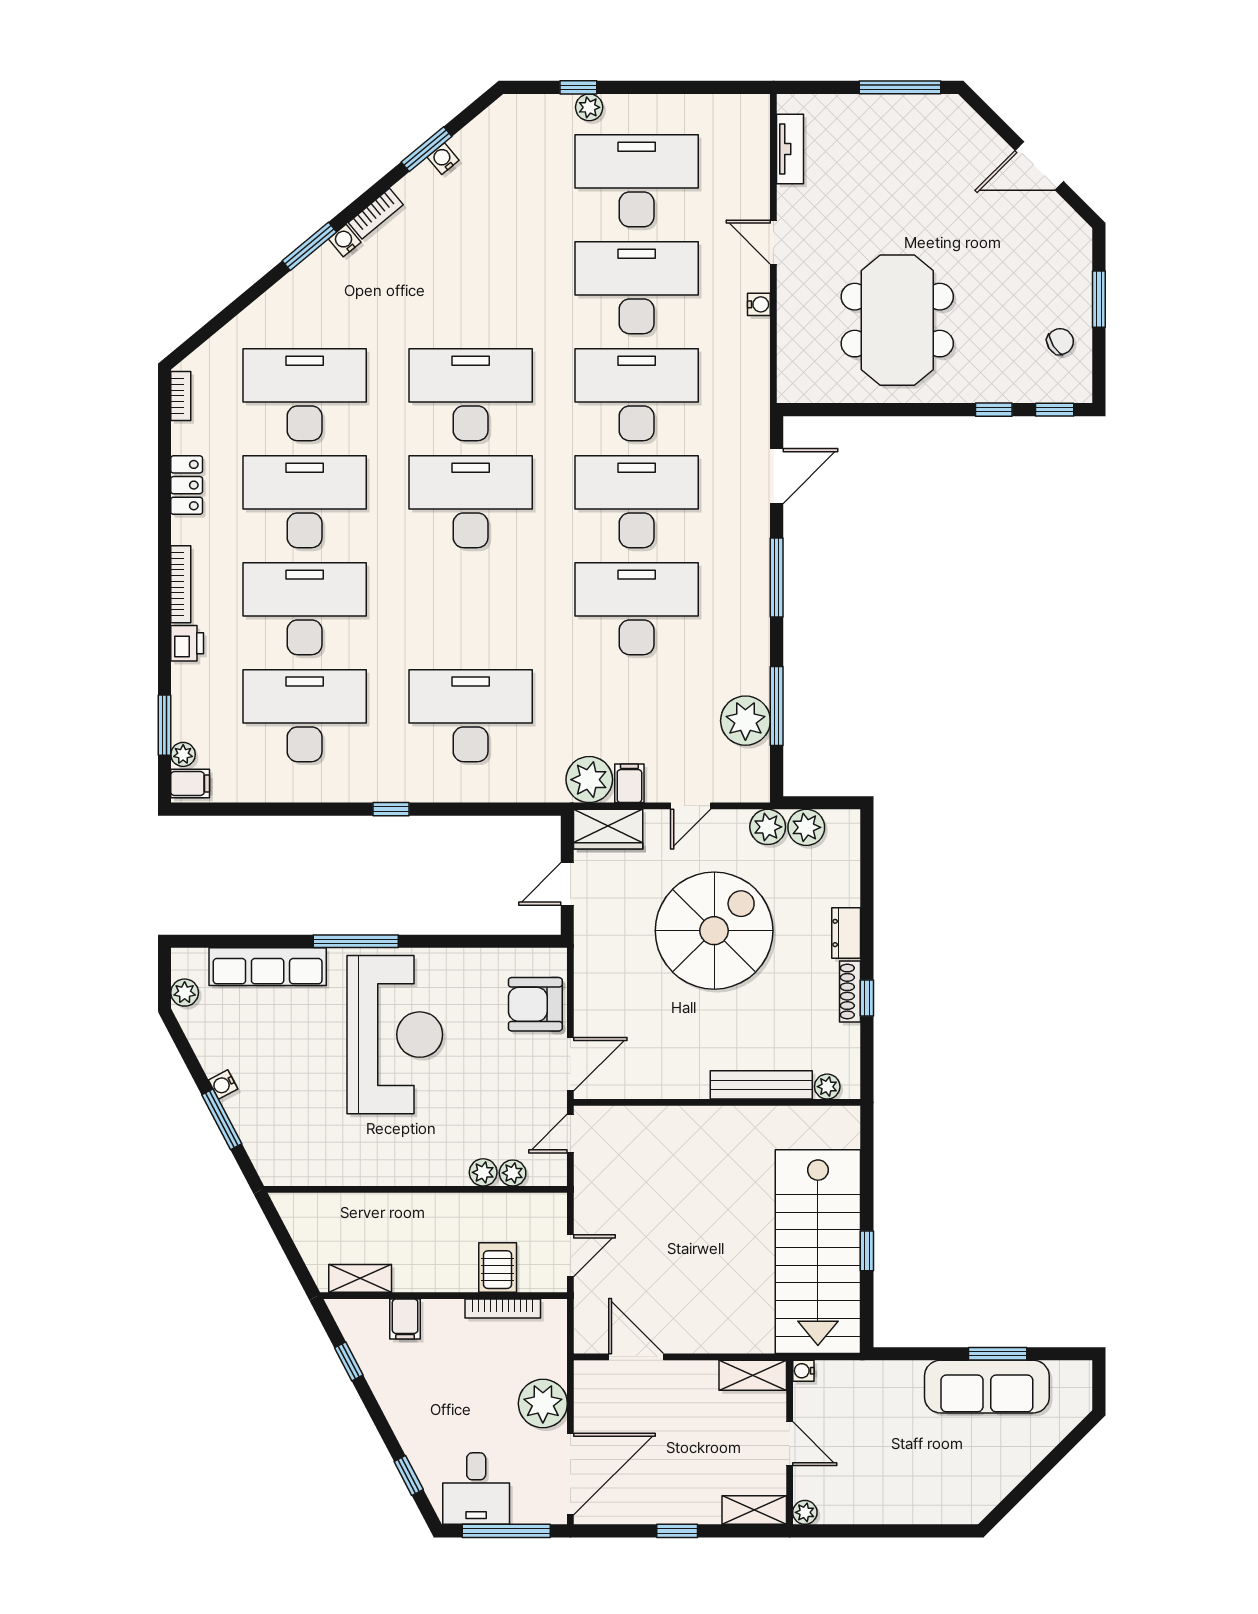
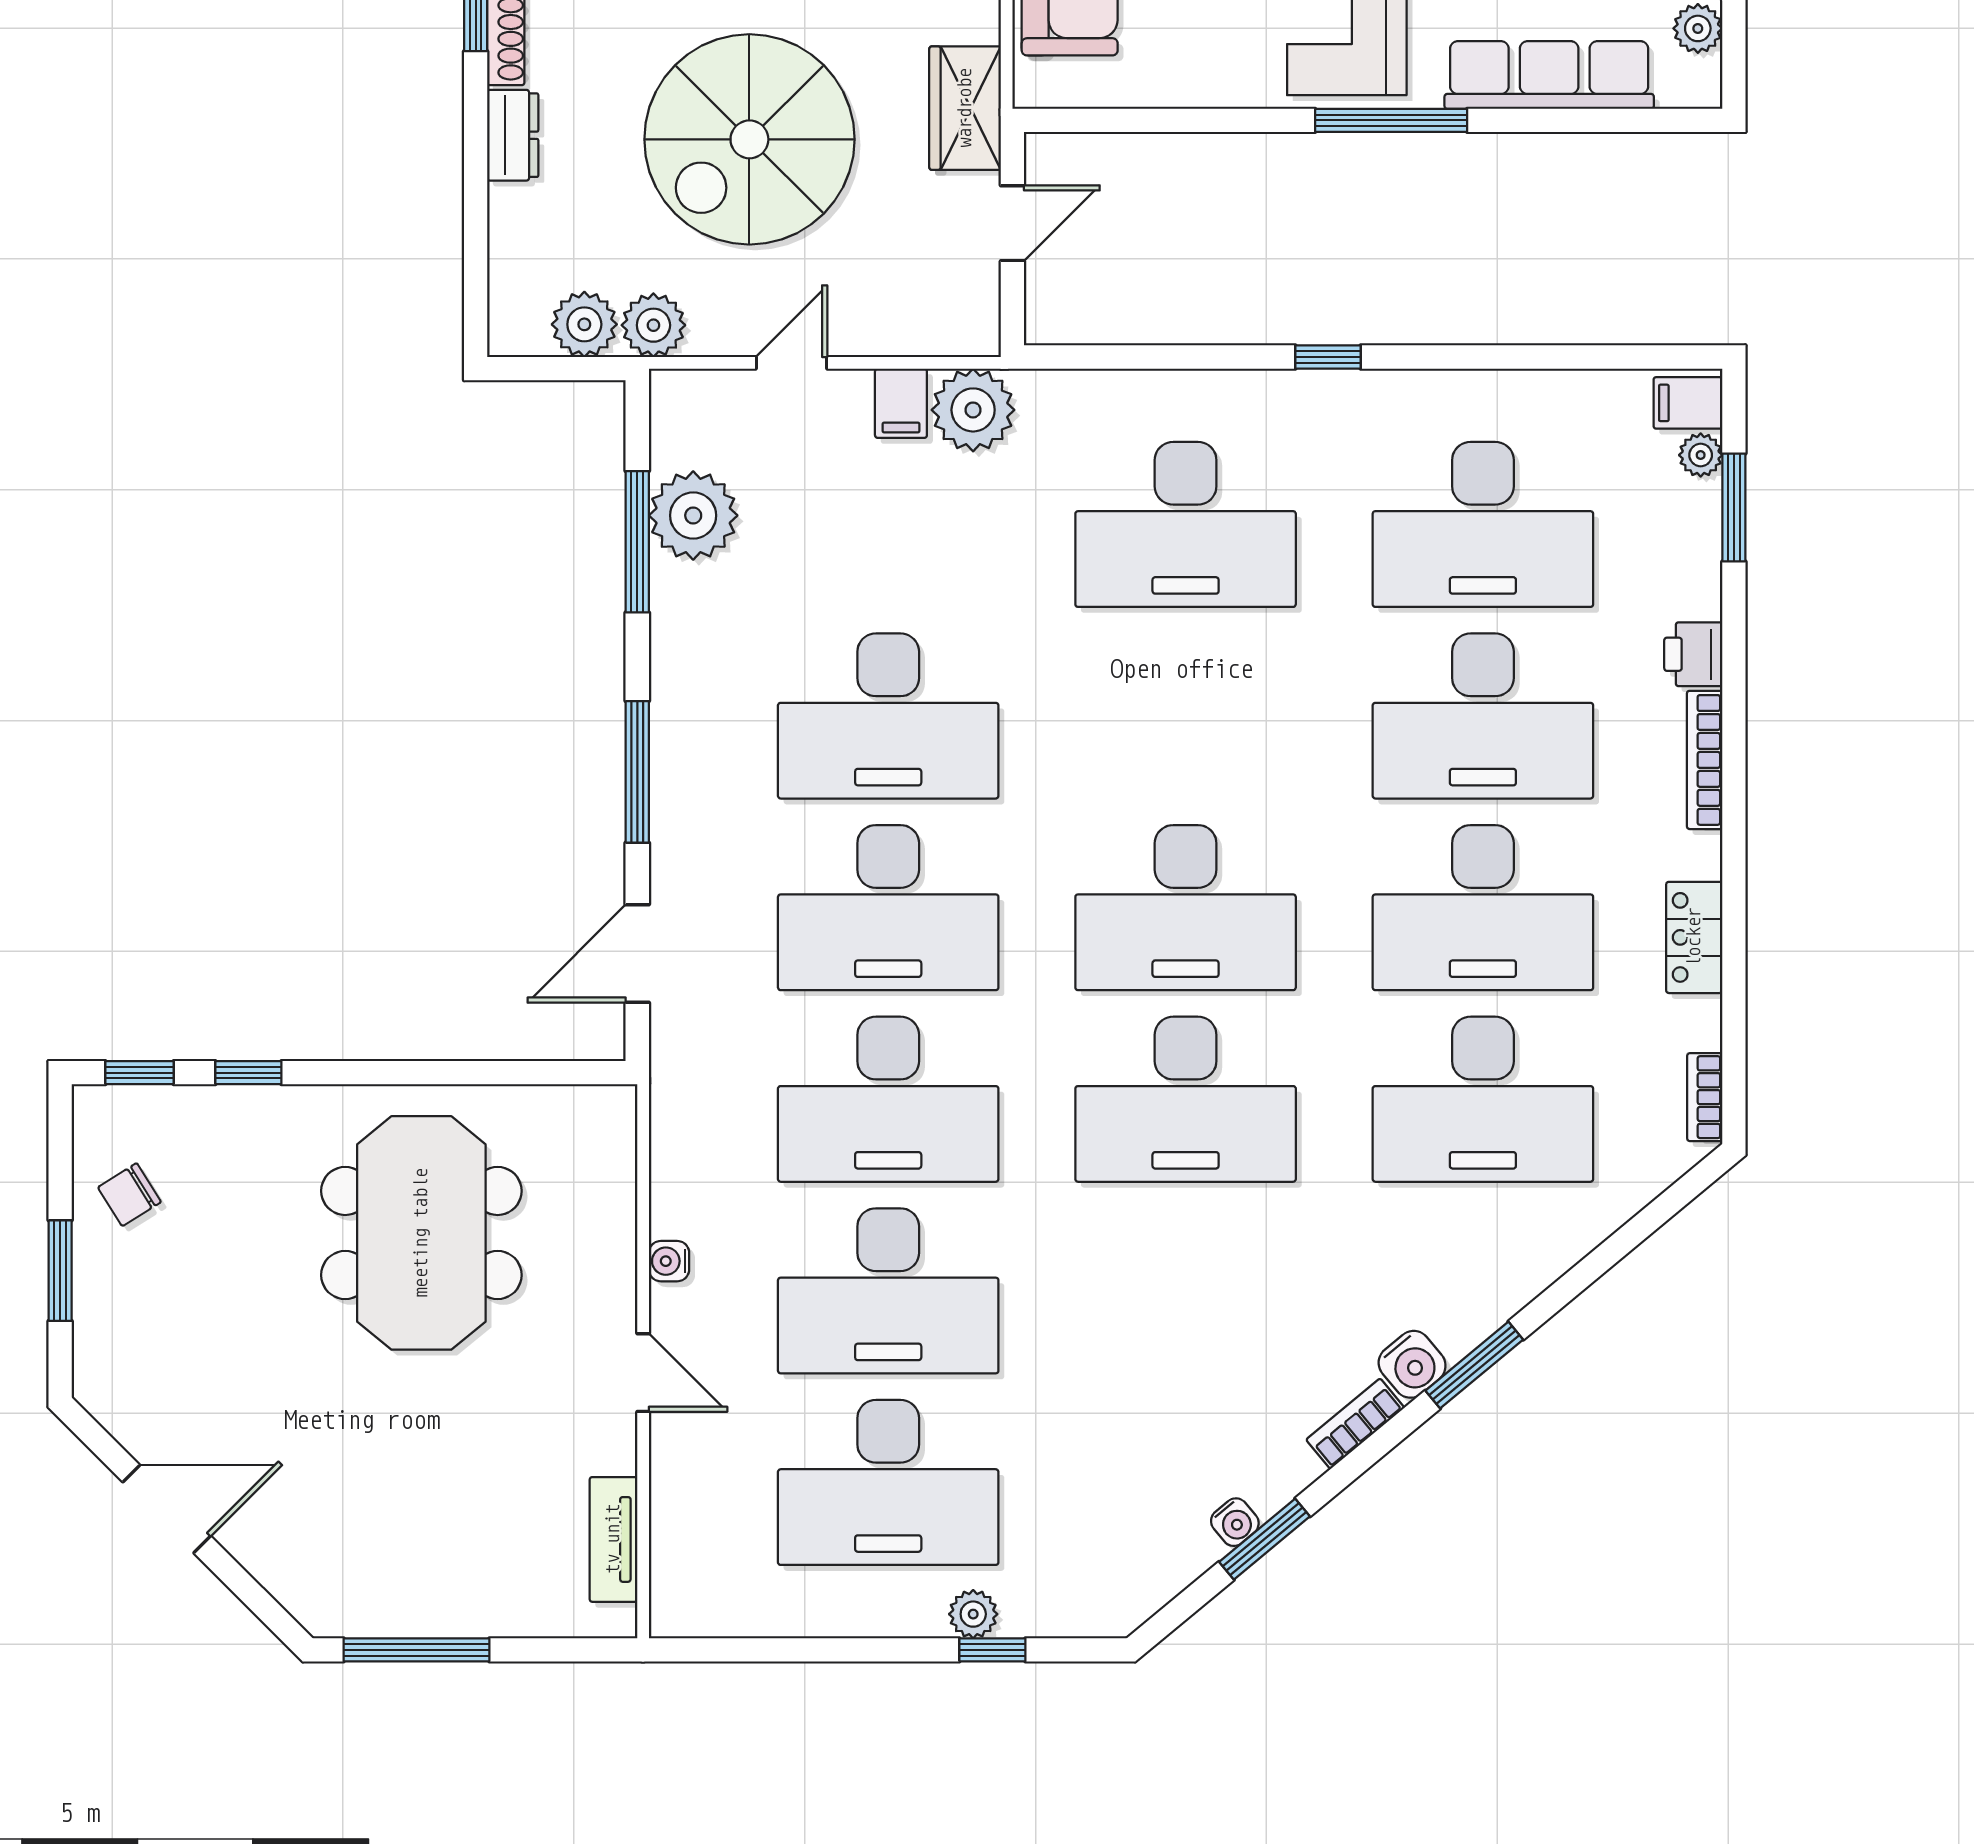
water cooler: (345, 241) -> (1412, 1364), width x1.38, depth x1.38
wardrobe: (608, 829) -> (965, 108), moved, turned -90

